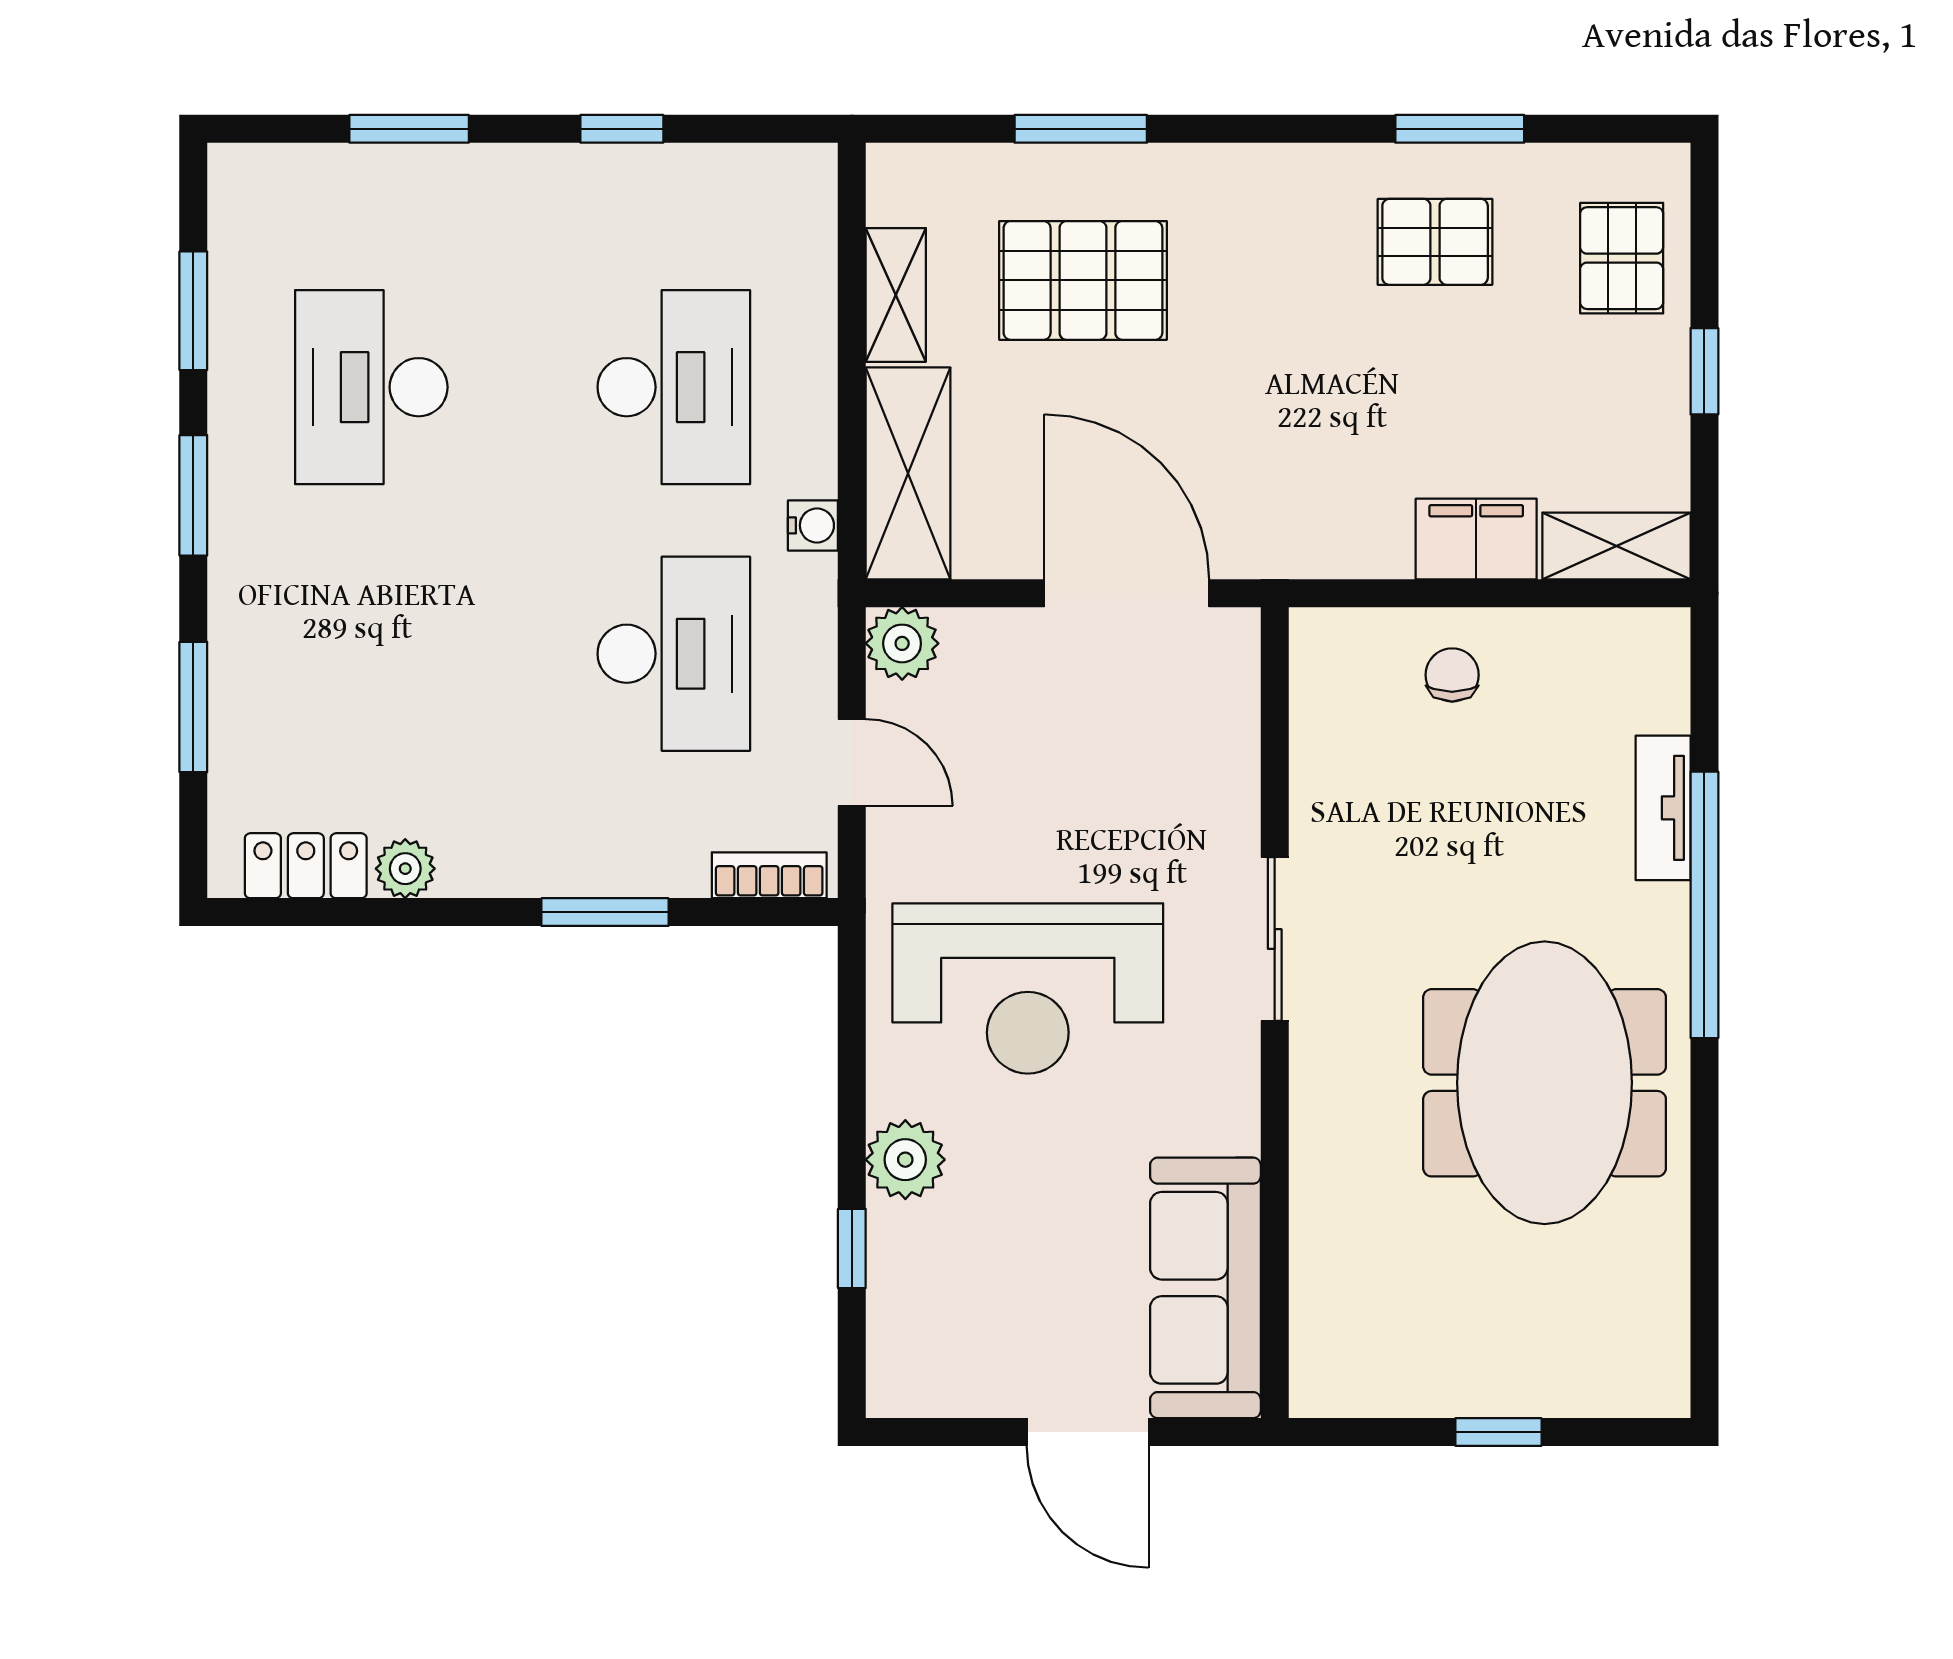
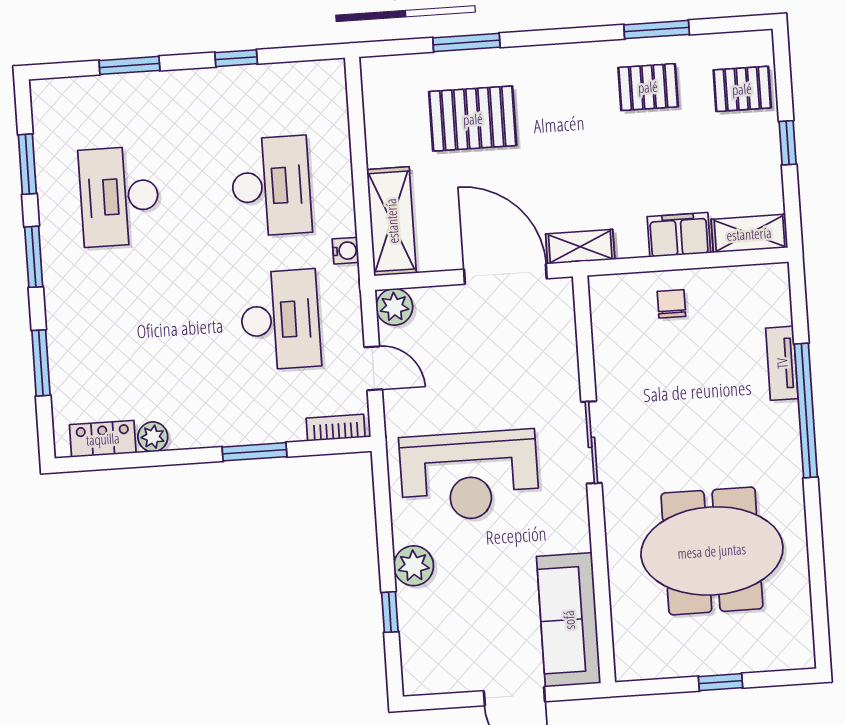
pallet: (1622, 258) -> (742, 89), turned 90
shelving: (896, 295) -> (580, 247), moved, turned 90
meeting table: (1545, 1083) -> (712, 551), moved, turned 90

